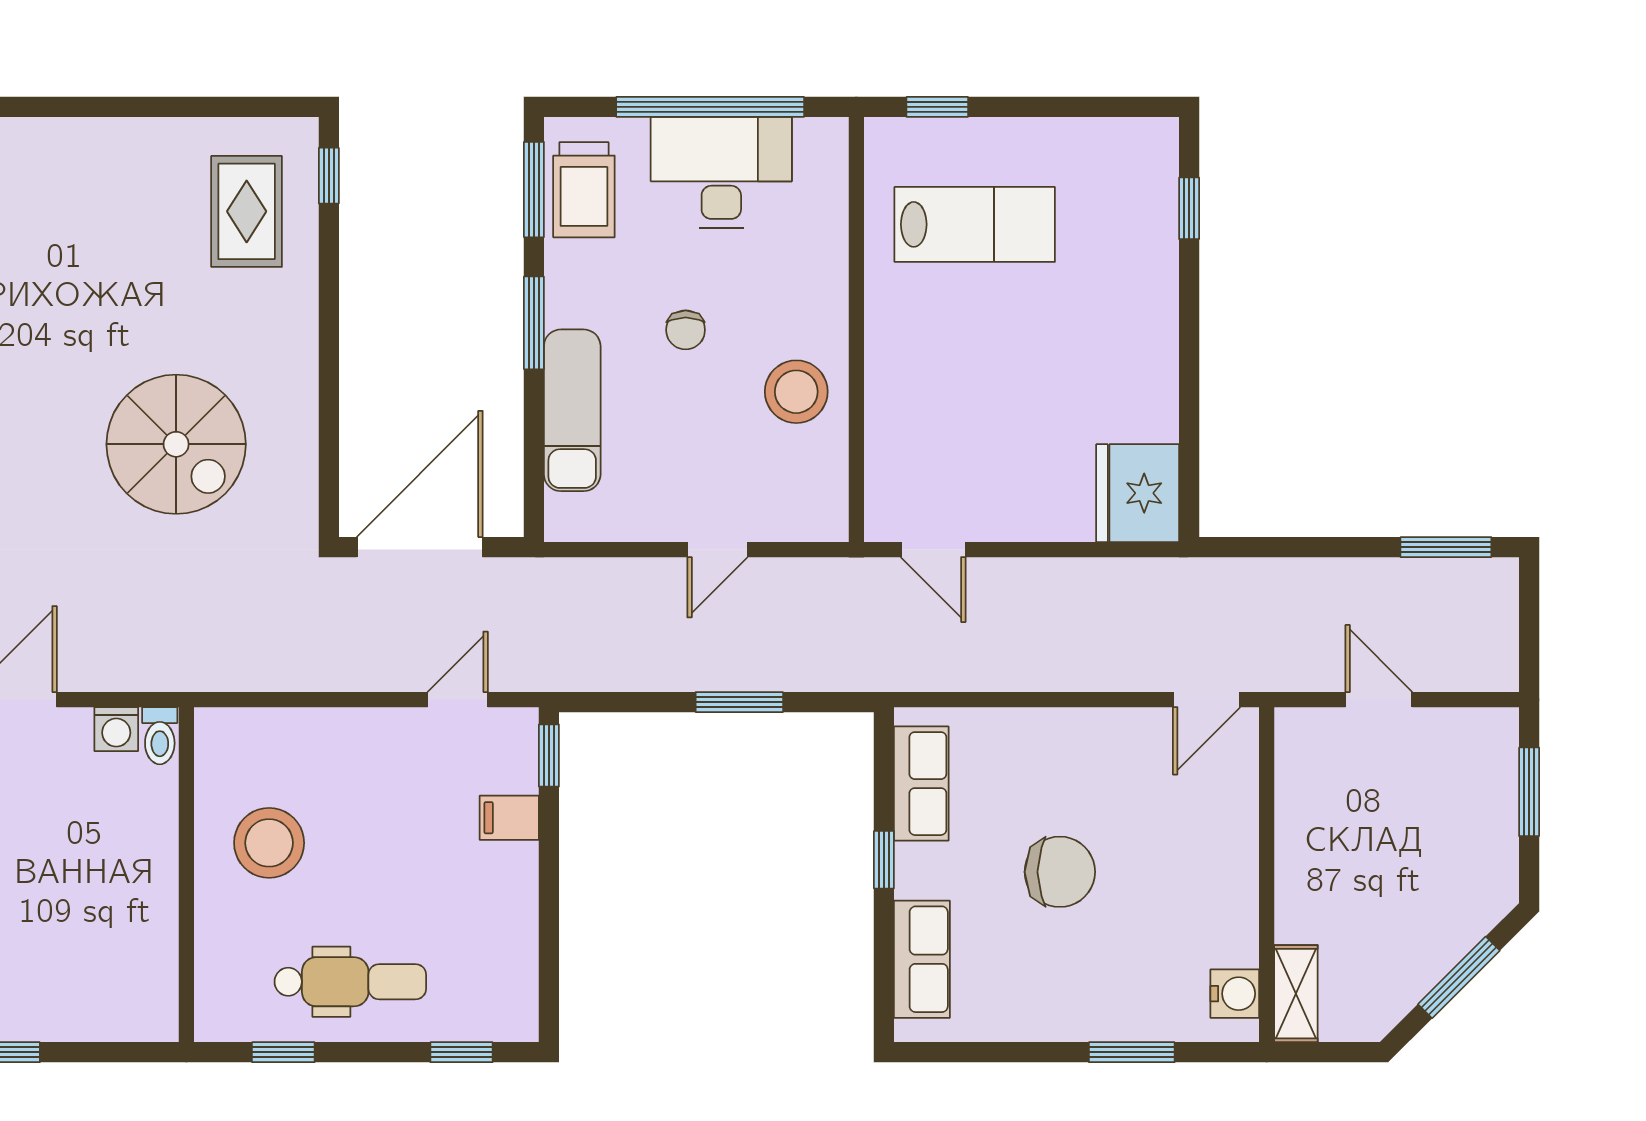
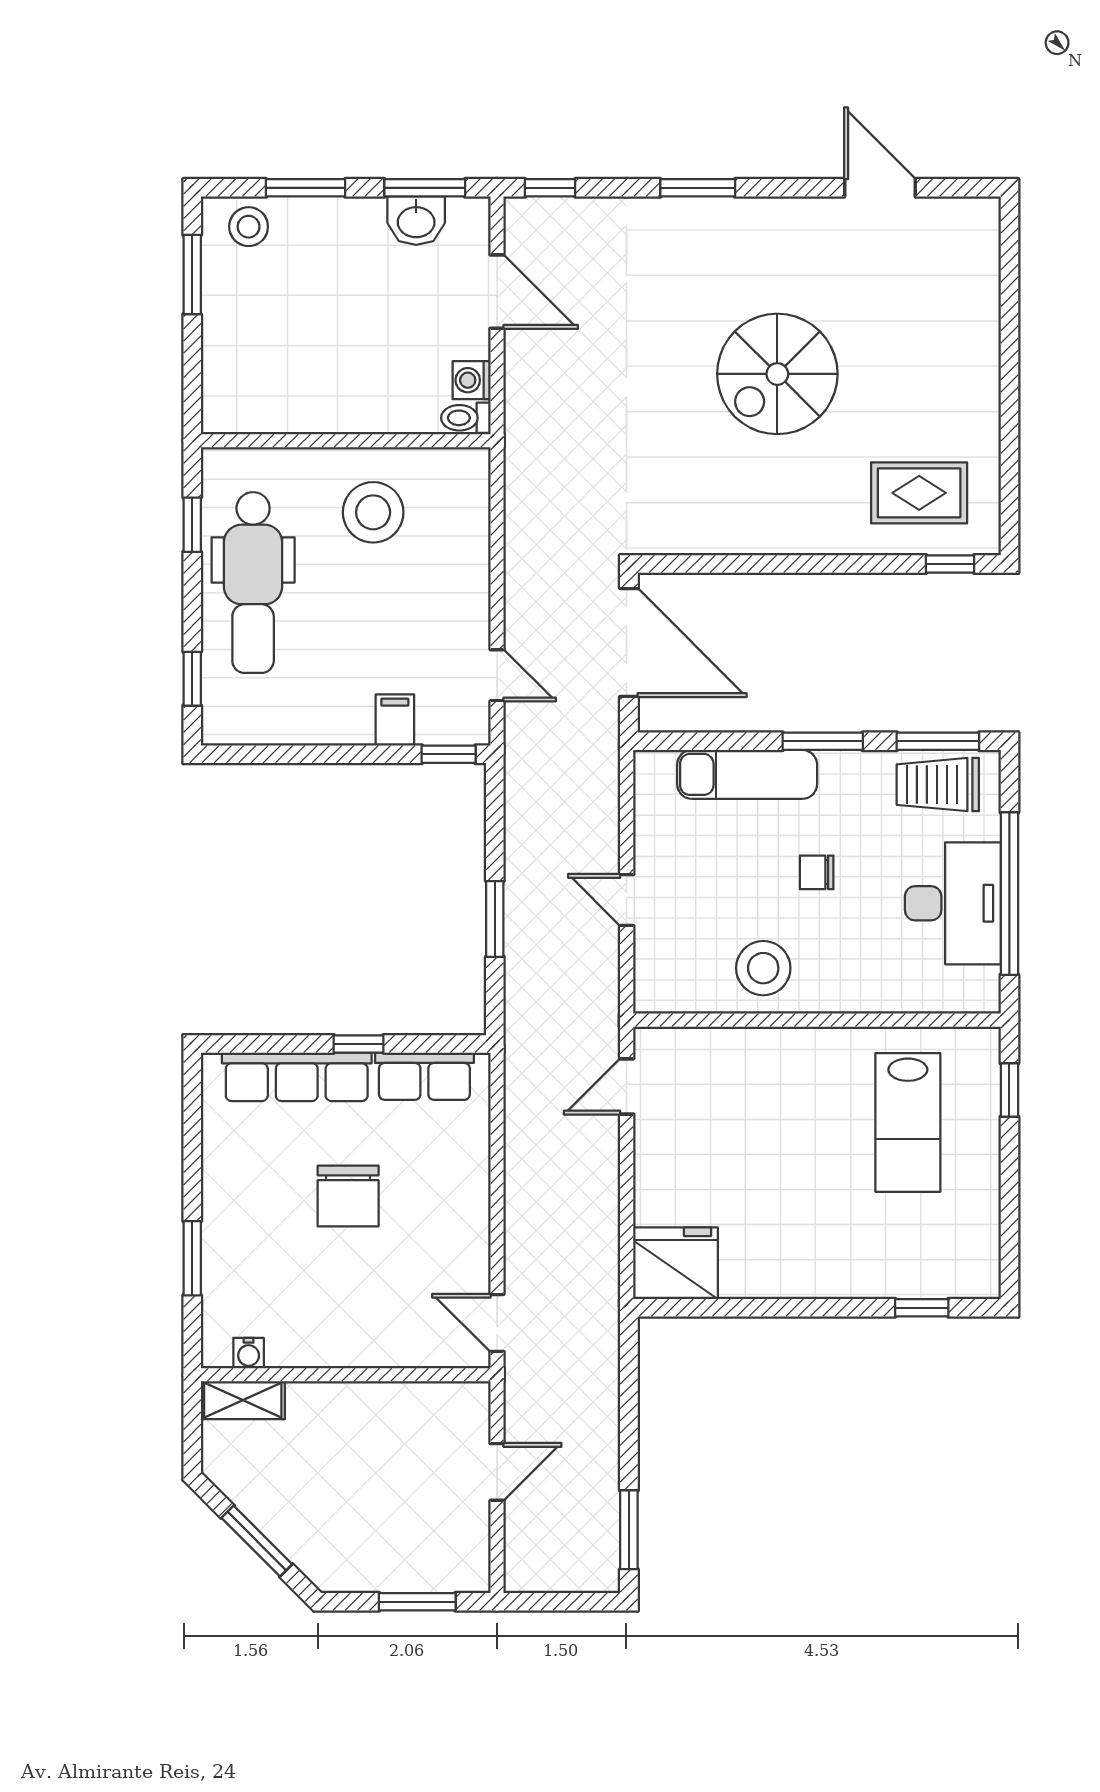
spiral stairs: (176, 444) -> (777, 374), moved
row of seats: (922, 959) -> (297, 1077), width x1.48
dental chair: (350, 982) -> (253, 583), width x1.36, depth x1.38
water cooler: (1235, 994) -> (249, 1353), width x0.72, depth x0.72

